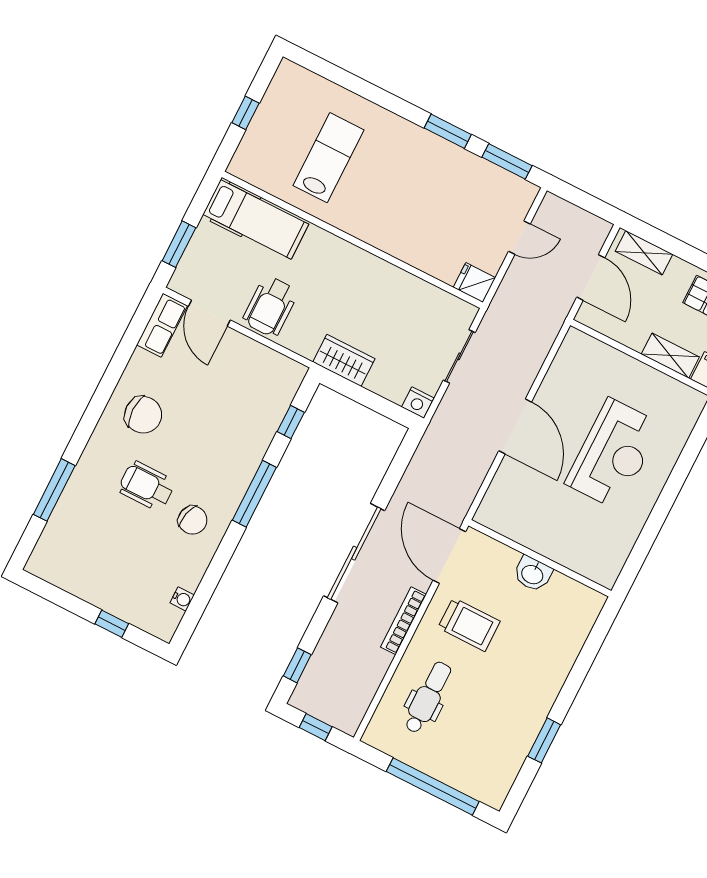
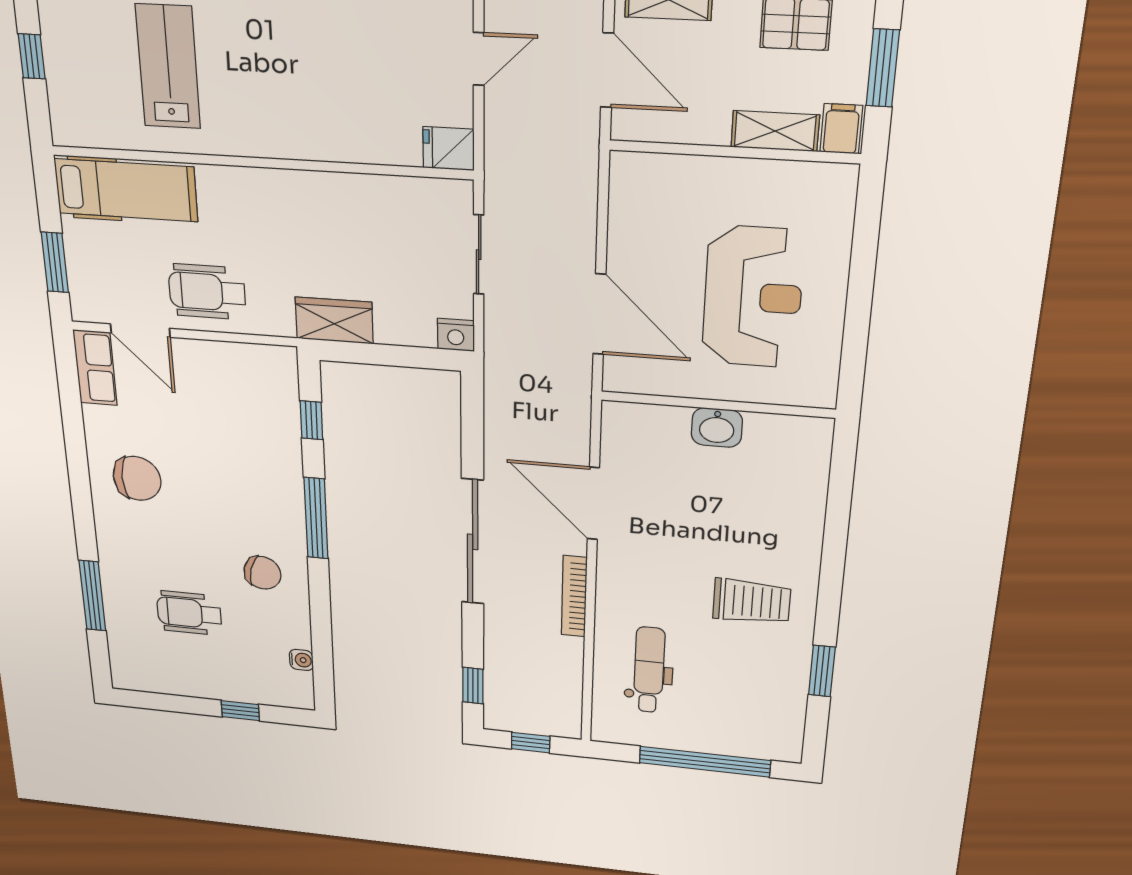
wheelchair: (270, 306) -> (207, 292), turned 90
wheelchair: (147, 486) -> (189, 613), moved
wall: (540, 558) -> (717, 405), moved
washbasin: (533, 574) -> (717, 427), moved
trolley: (469, 625) -> (752, 601), moved

